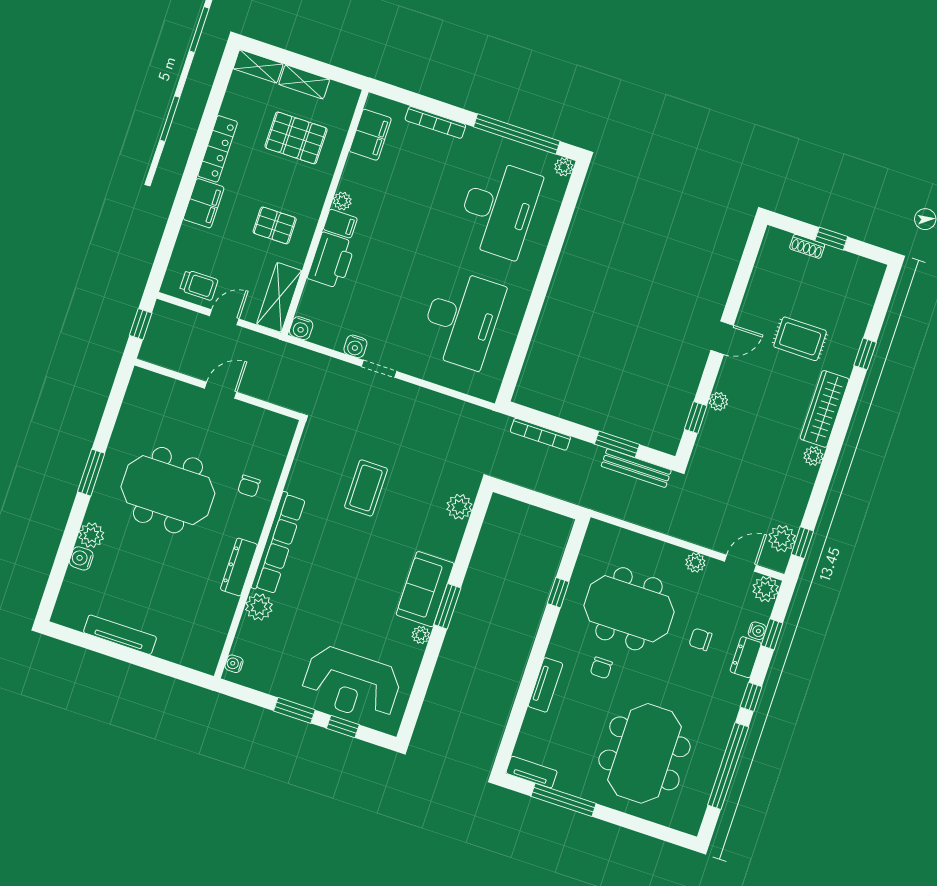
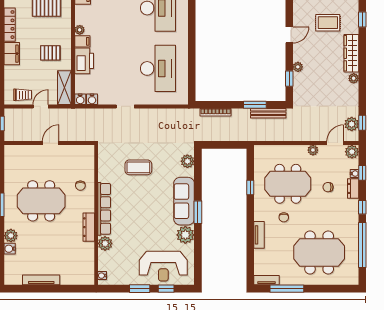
water cooler: (355, 346) -> (92, 99), moved
coffee table: (366, 488) -> (138, 167), turned 90
sofa: (425, 589) -> (184, 201), width x1.36
plant: (421, 635) -> (185, 235), width x1.87, depth x1.87
meeting table: (644, 753) -> (319, 252), turned 90

